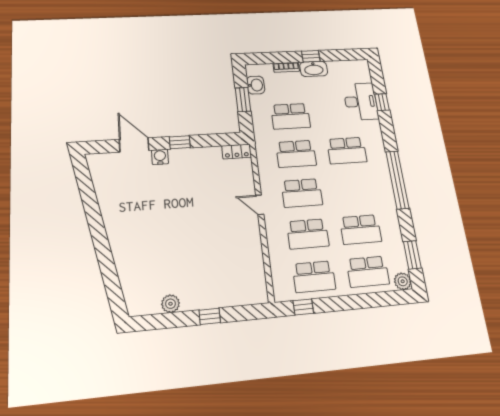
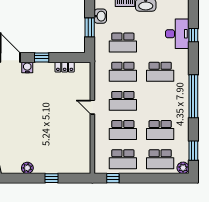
locker: (237, 151) -> (65, 67), moved

